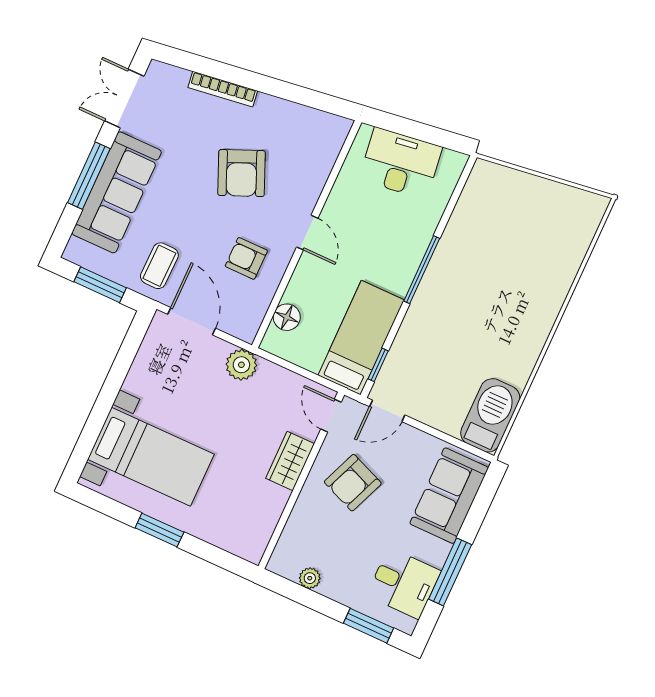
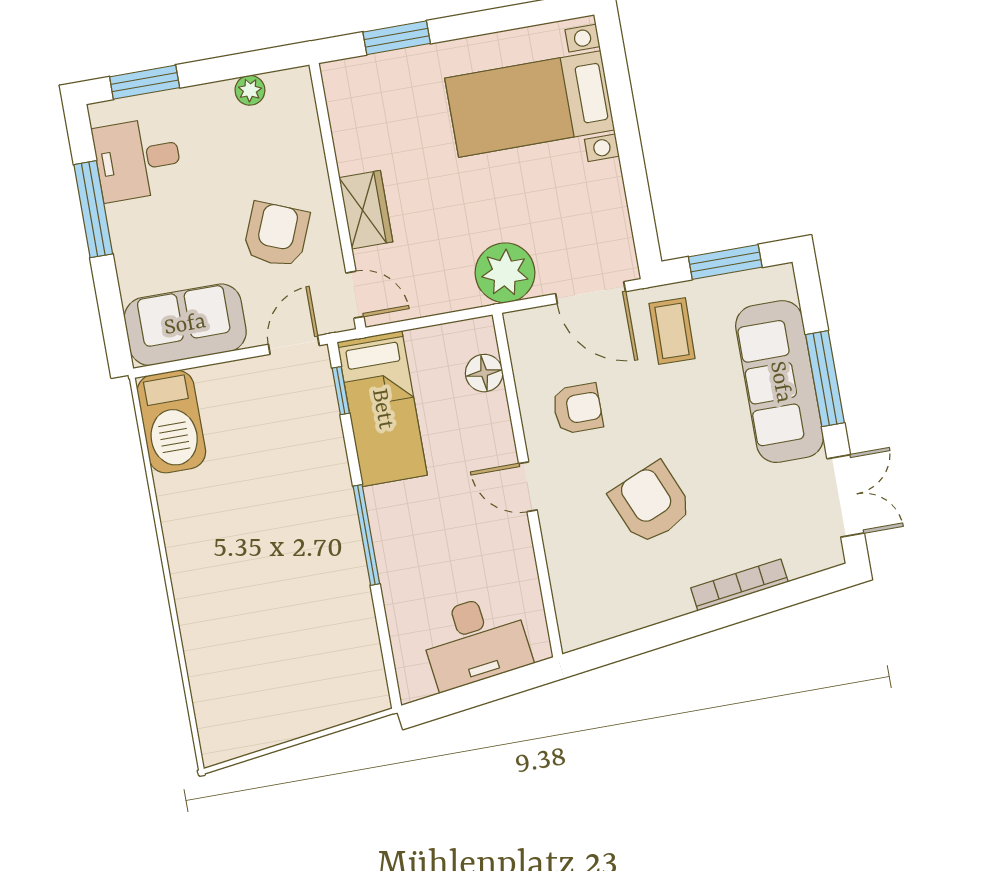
plant: (241, 365) -> (505, 273), width x1.36, depth x1.36
sofa: (449, 496) -> (185, 325), moved, turned -90
window: (159, 530) -> (397, 38), moved

